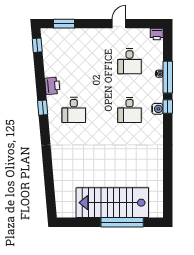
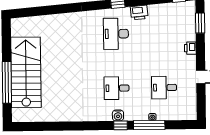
printer: (157, 34) -> (190, 48), moved
desk: (74, 110) -> (116, 34), width x1.37

